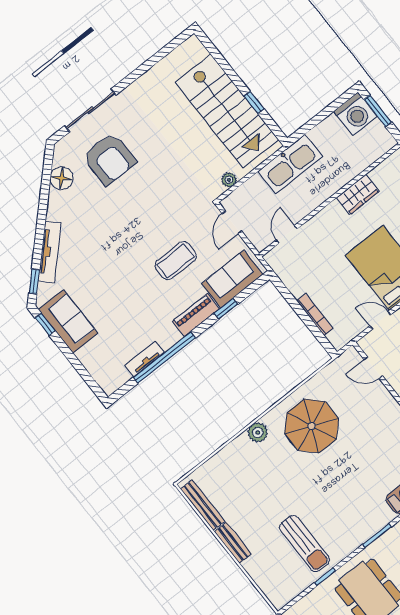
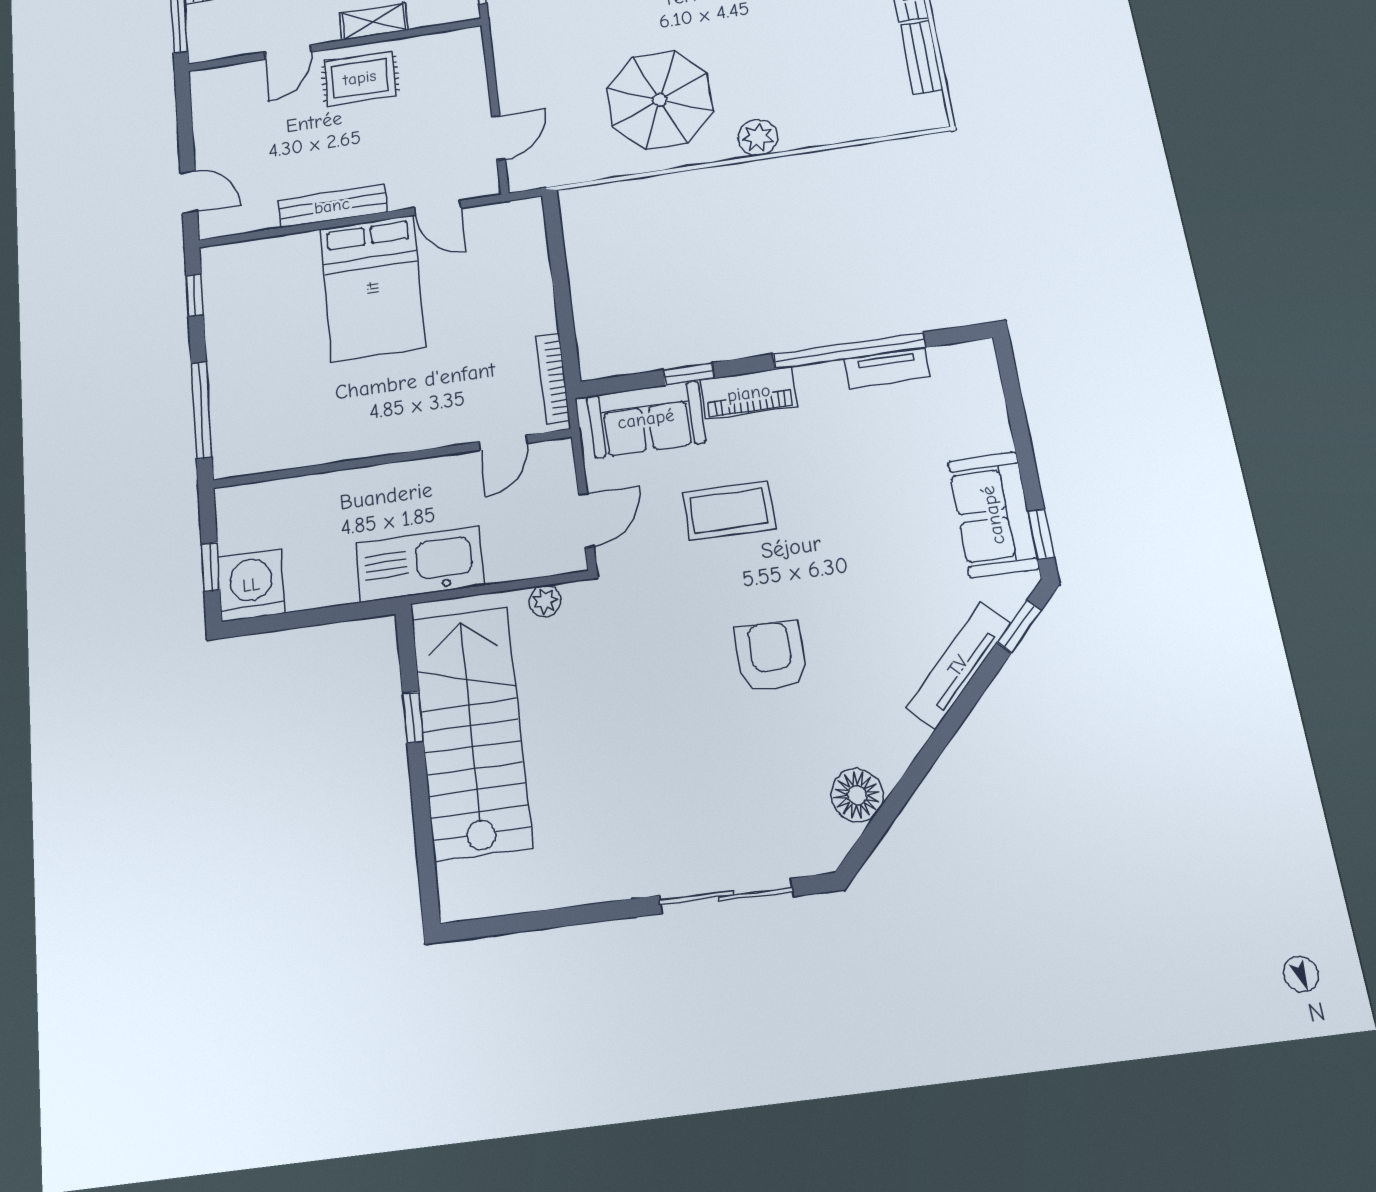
window: (378, 111) -> (211, 567), width x0.67
armchair: (109, 159) -> (771, 656), moved, width x0.73, depth x0.73
wardrobe: (358, 194) -> (339, 440), removed
bookcase: (315, 315) -> (553, 378), moved
door: (373, 368) -> (498, 138), hinge flipped
bench: (203, 505) -> (921, 57), width x0.73

